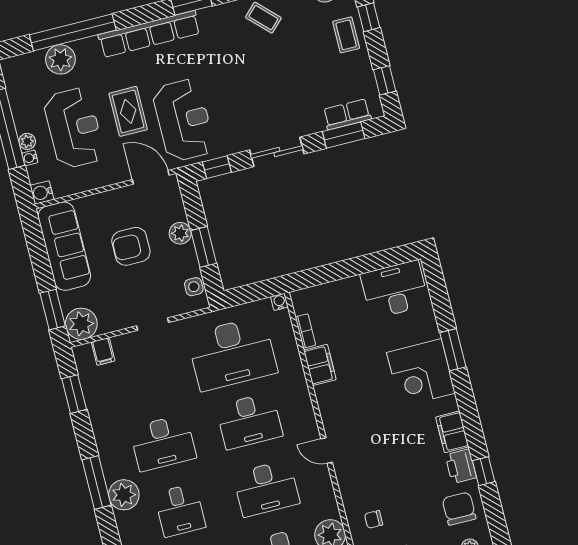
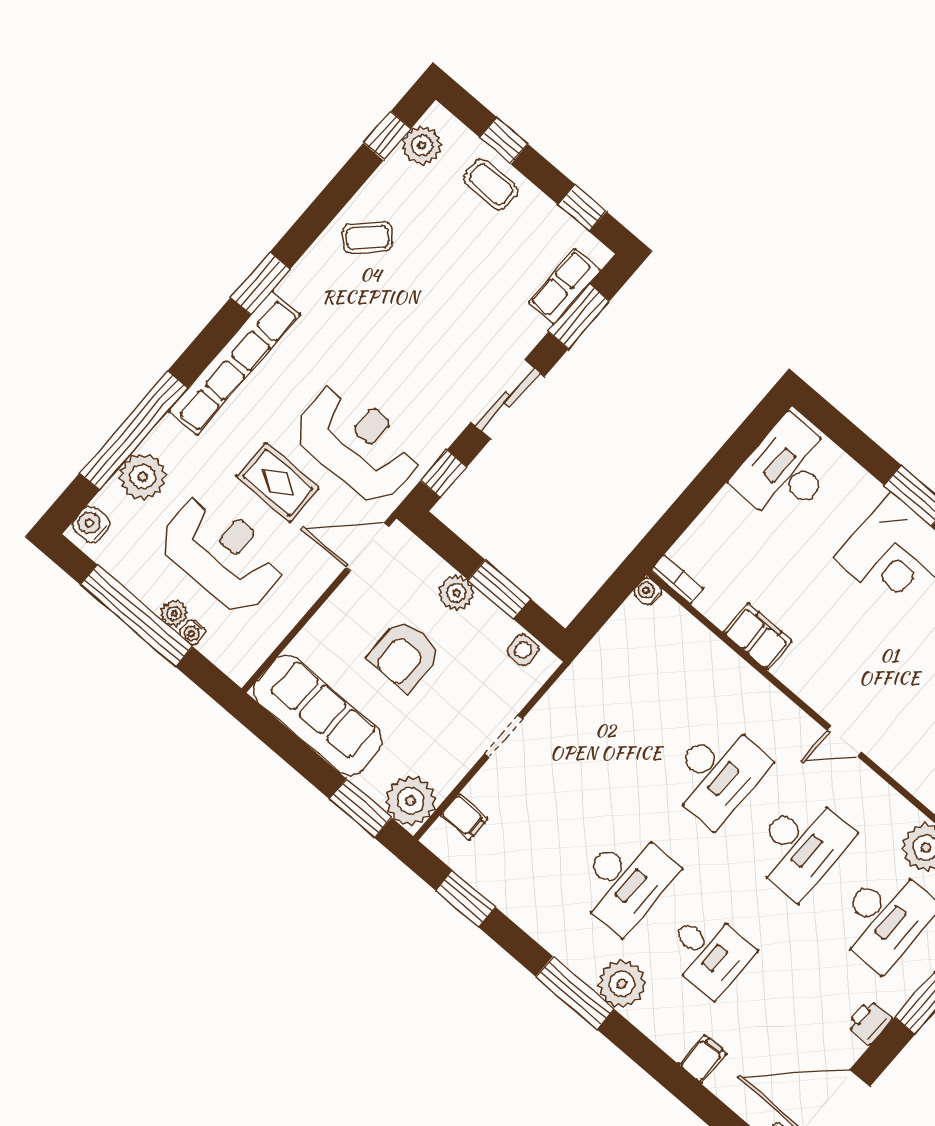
water cooler: (42, 192) -> (91, 524), moved, turned 90
bookcase: (305, 331) -> (677, 579), moved
desk: (232, 353) -> (633, 702), removed

